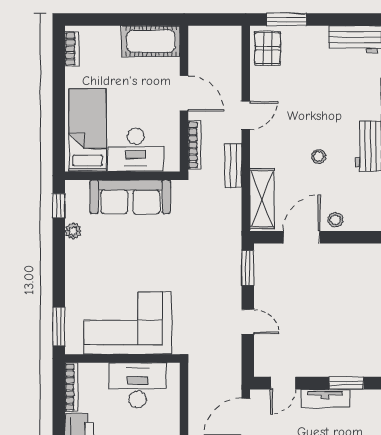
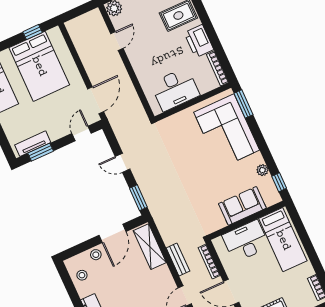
stool: (319, 156) -> (82, 275), moved
sofa: (130, 197) -> (242, 206), width x0.73
corner sofa: (128, 323) -> (227, 131), moved, turned 90
tv unit: (325, 398) -> (33, 144), moved

